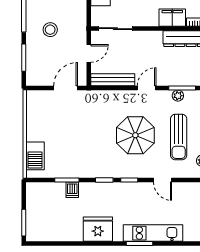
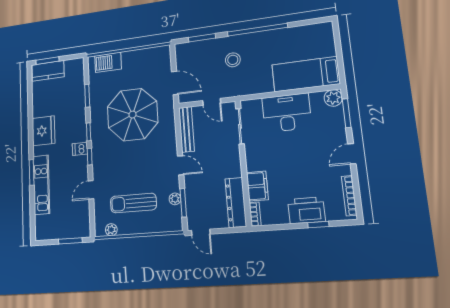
parasol: (135, 135) -> (132, 115), moved, width x1.36, depth x1.36
dishwasher: (72, 190) -> (80, 149), moved
kitchen counter: (35, 222) -> (48, 71), added

